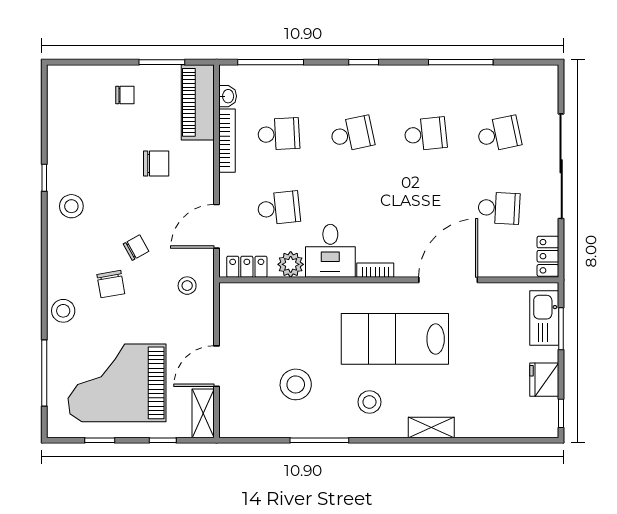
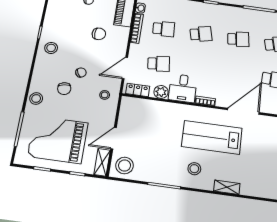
stool: (296, 384) -> (125, 165), moved

